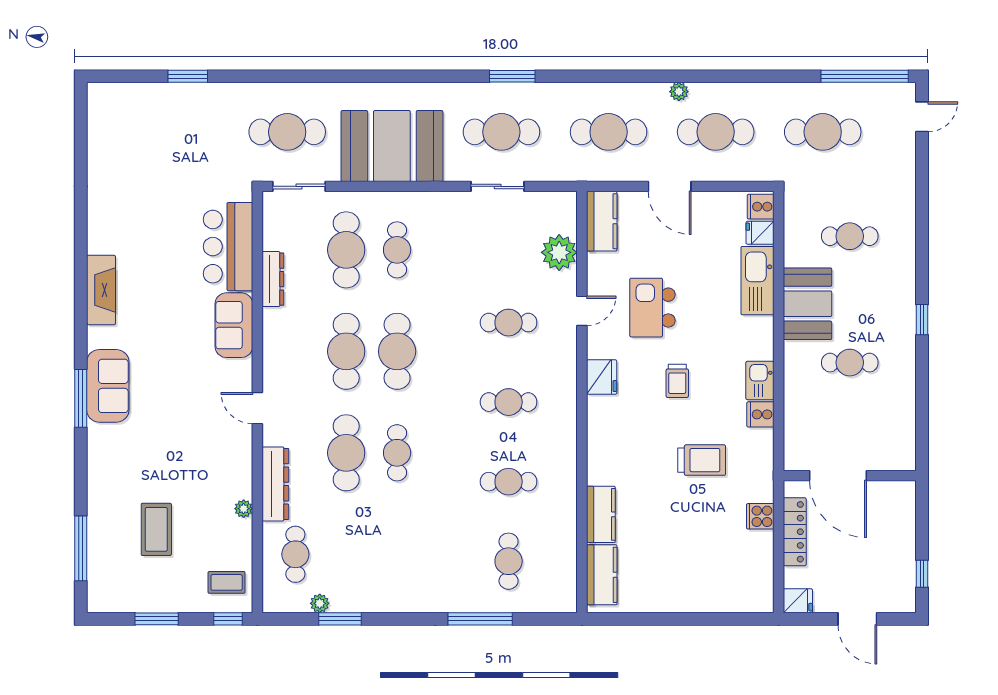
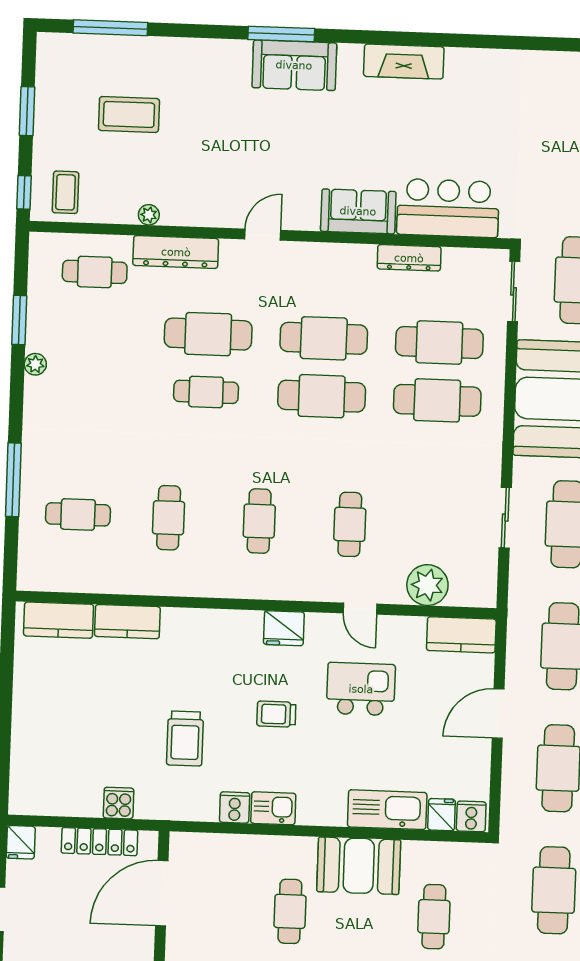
cafe table: (397, 250) -> (437, 400), width x1.37, depth x1.35
plant: (320, 603) -> (35, 364), moved

